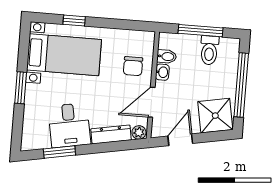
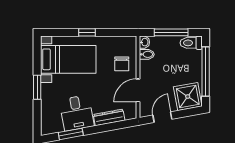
window: (74, 20) -> (87, 32), moved
toilet: (209, 50) -> (191, 43), moved, turned 90
washbasin: (162, 72) -> (144, 42), moved
plant: (139, 132) -> (130, 114), removed

